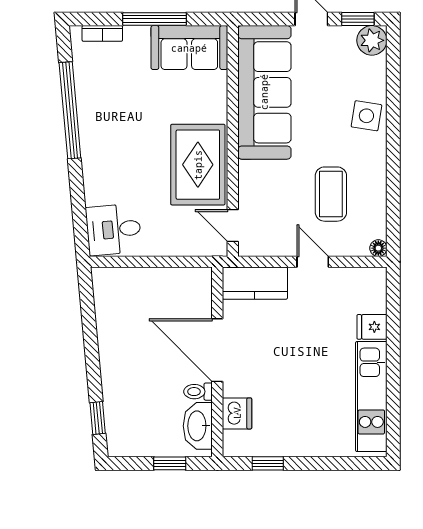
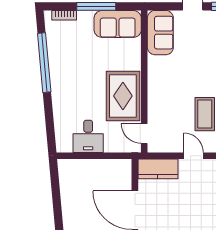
sofa: (264, 92) -> (160, 33), width x0.54, depth x0.79
desk: (114, 229) -> (88, 136), moved, turned -85

